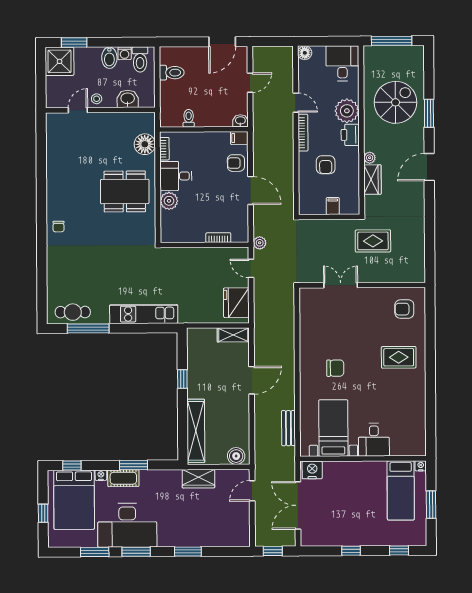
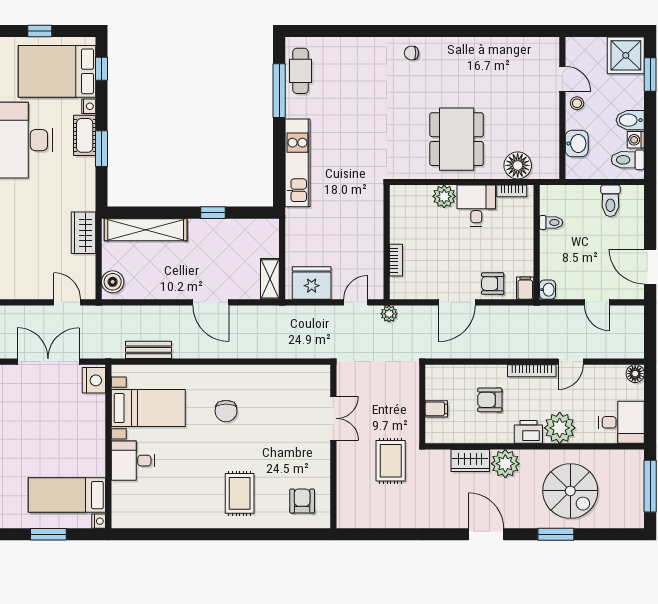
plant: (370, 158) -> (505, 464), width x1.88, depth x1.88
armchair: (236, 163) -> (493, 284), turned -90

